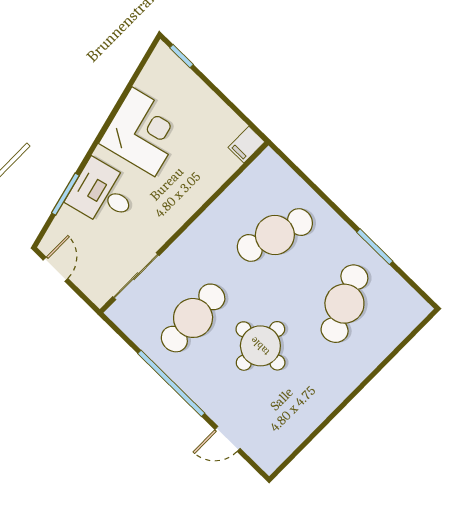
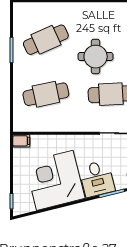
corner desk: (143, 132) -> (55, 180), width x1.36, depth x1.36
cafe table: (275, 235) -> (46, 94), turned -30

